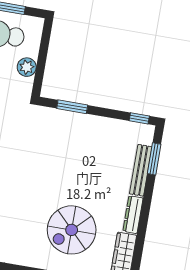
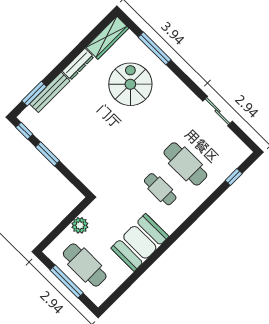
window: (72, 107) -> (48, 154), moved
spiral stairs: (72, 230) -> (130, 84), turned -90

